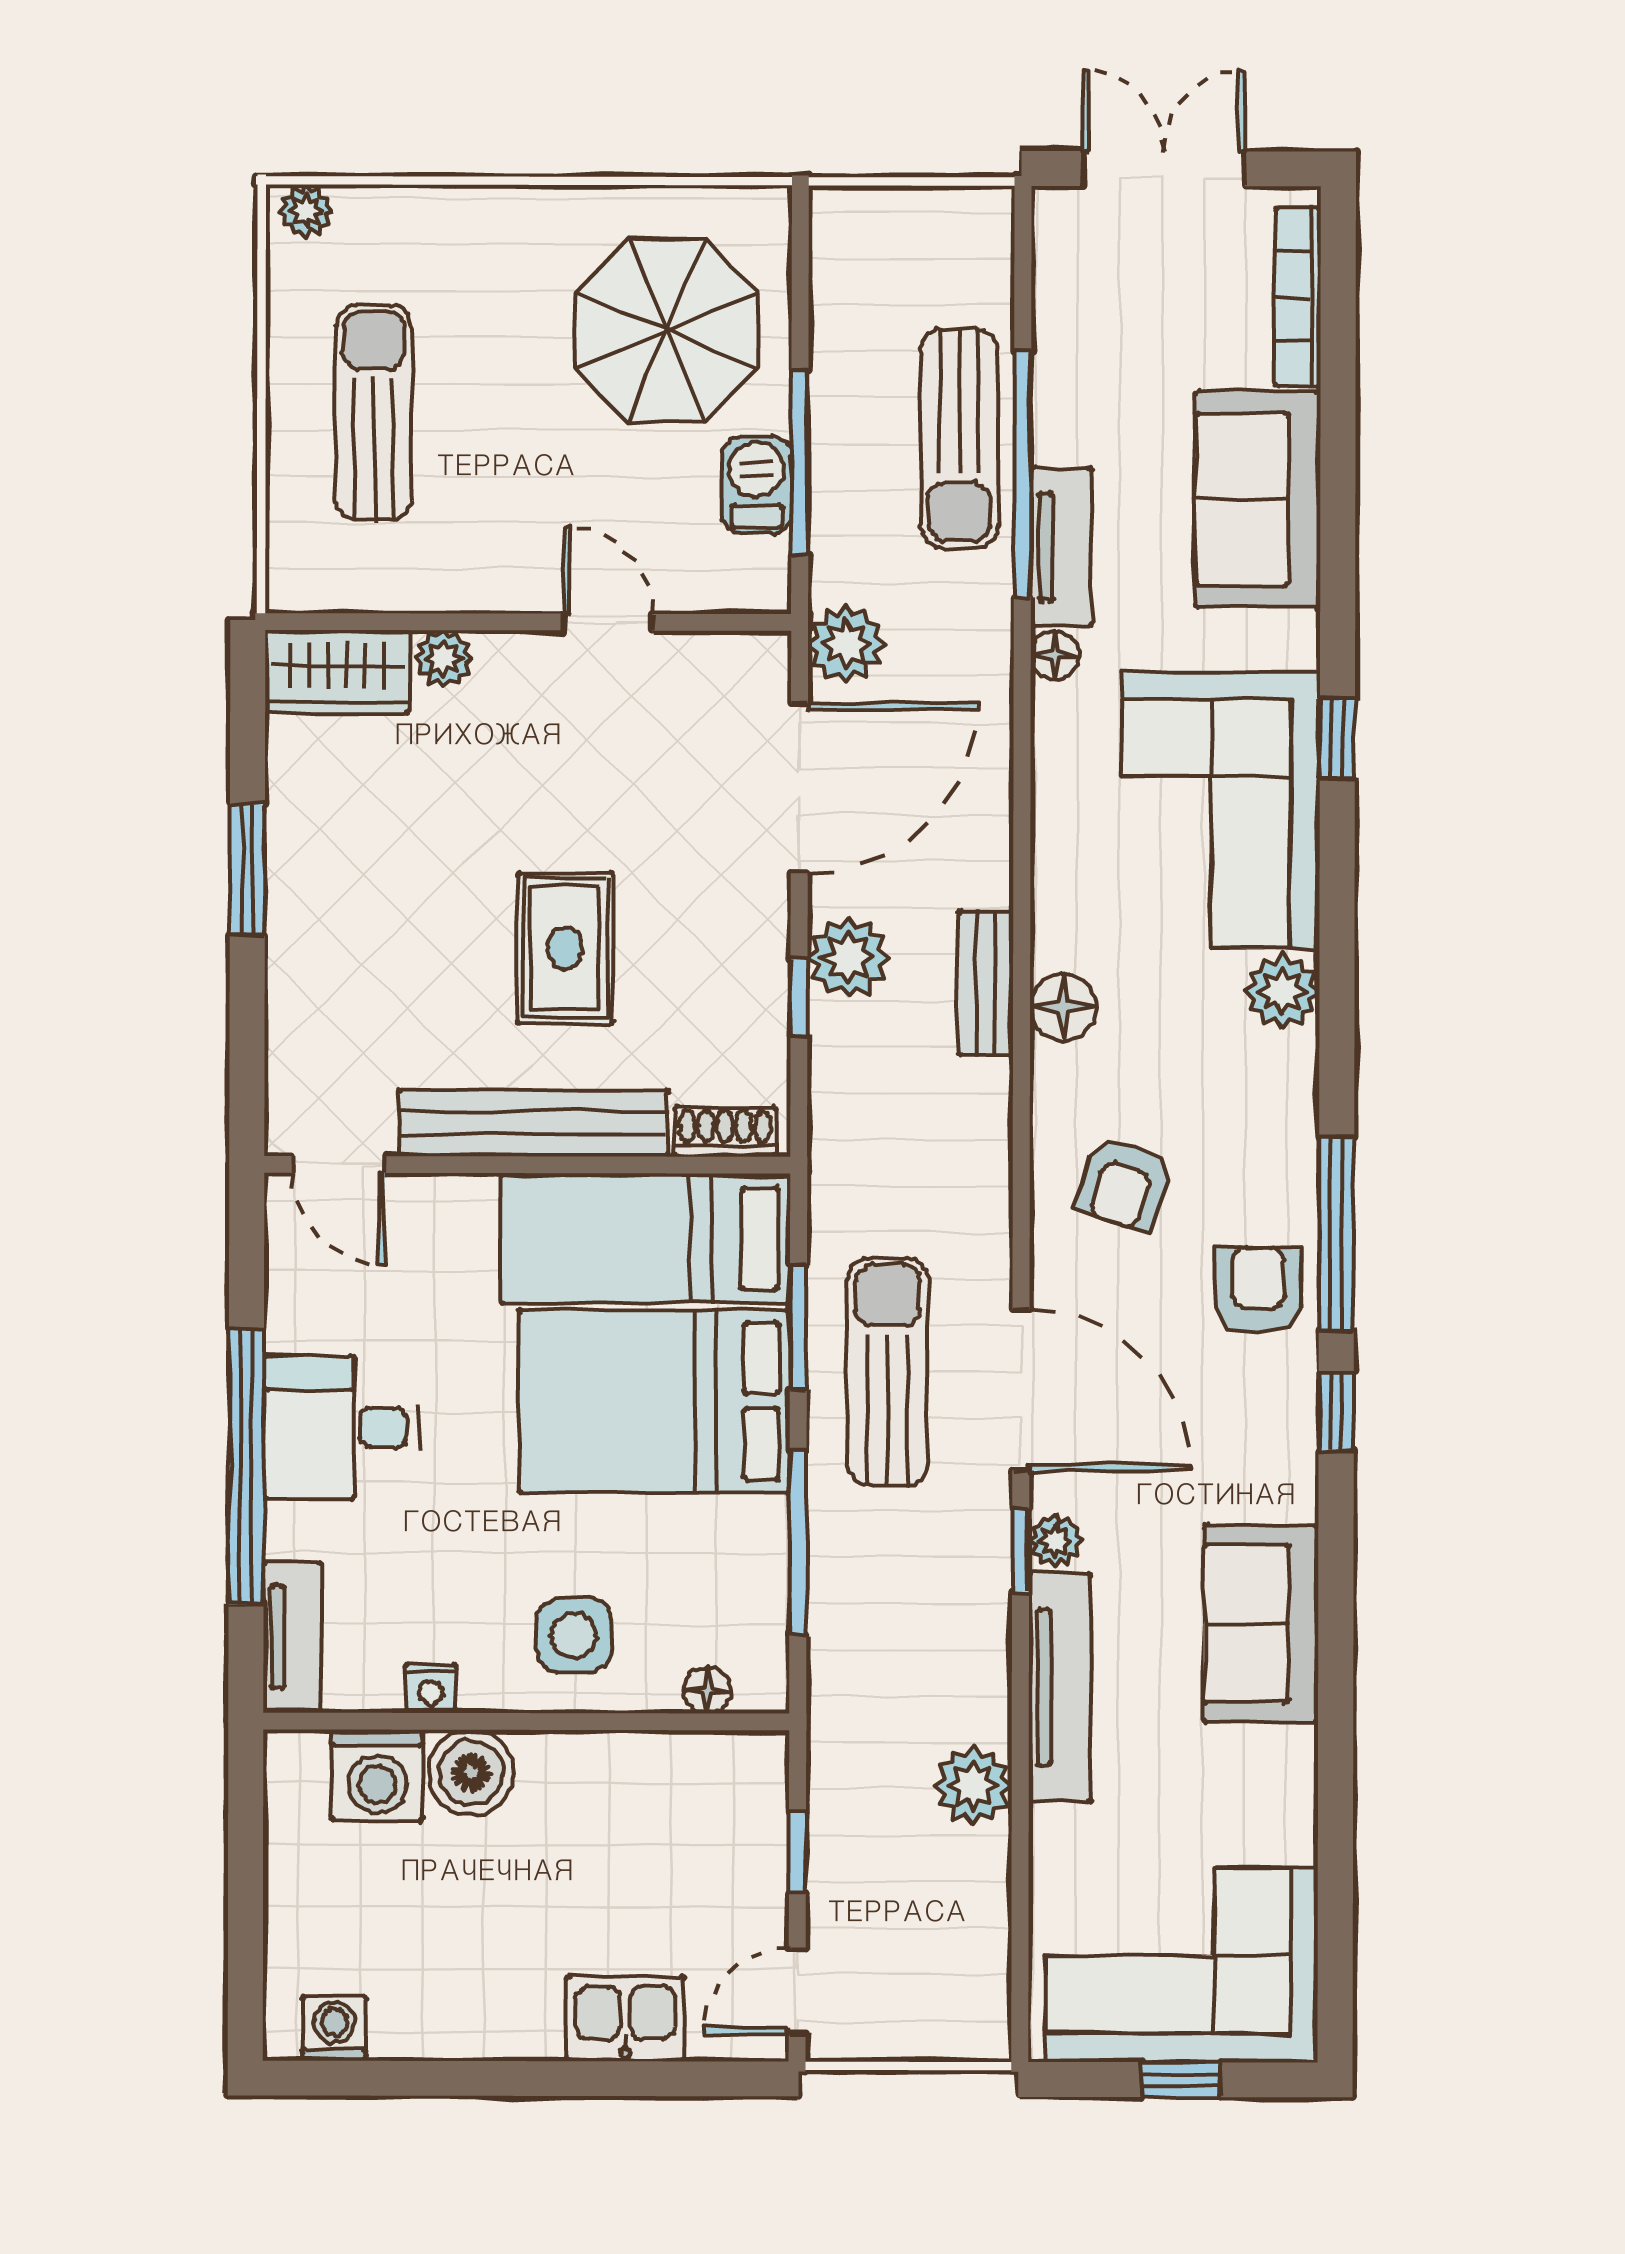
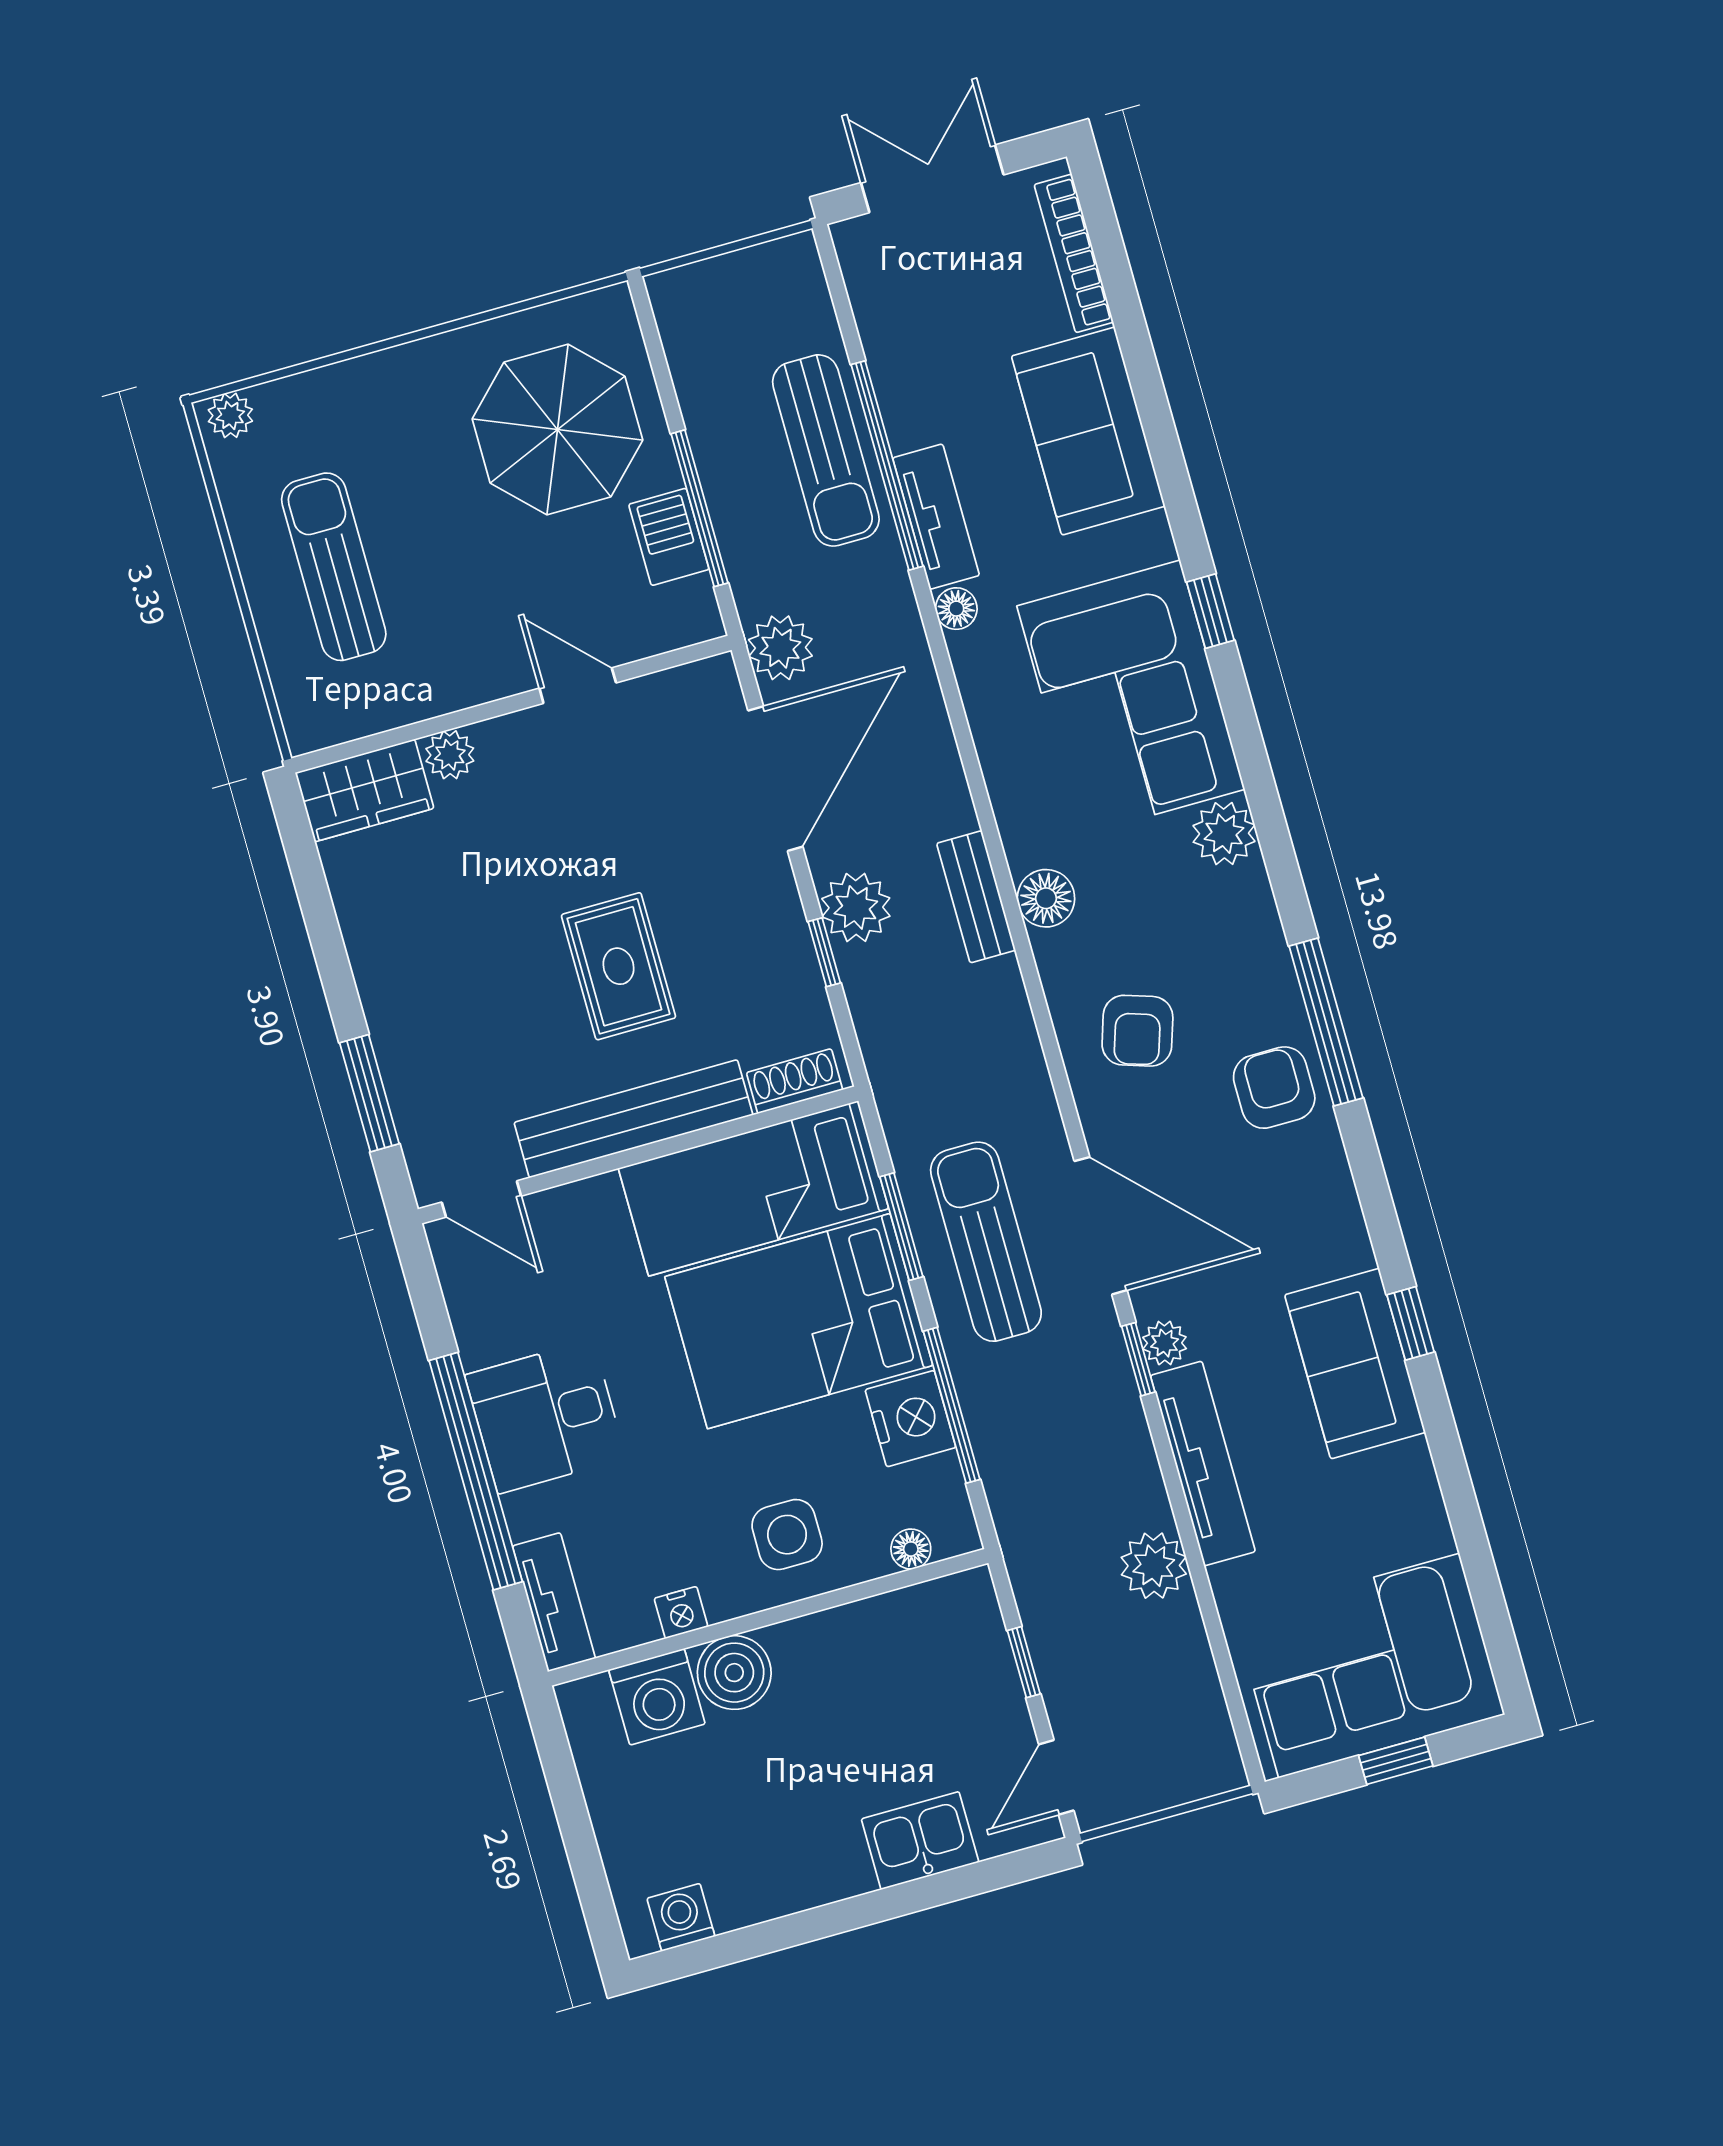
window: (247, 870) -> (369, 1093), moved
window: (1336, 1412) -> (1411, 1323), moved
nightstand: (748, 1545) -> (910, 1419), added

